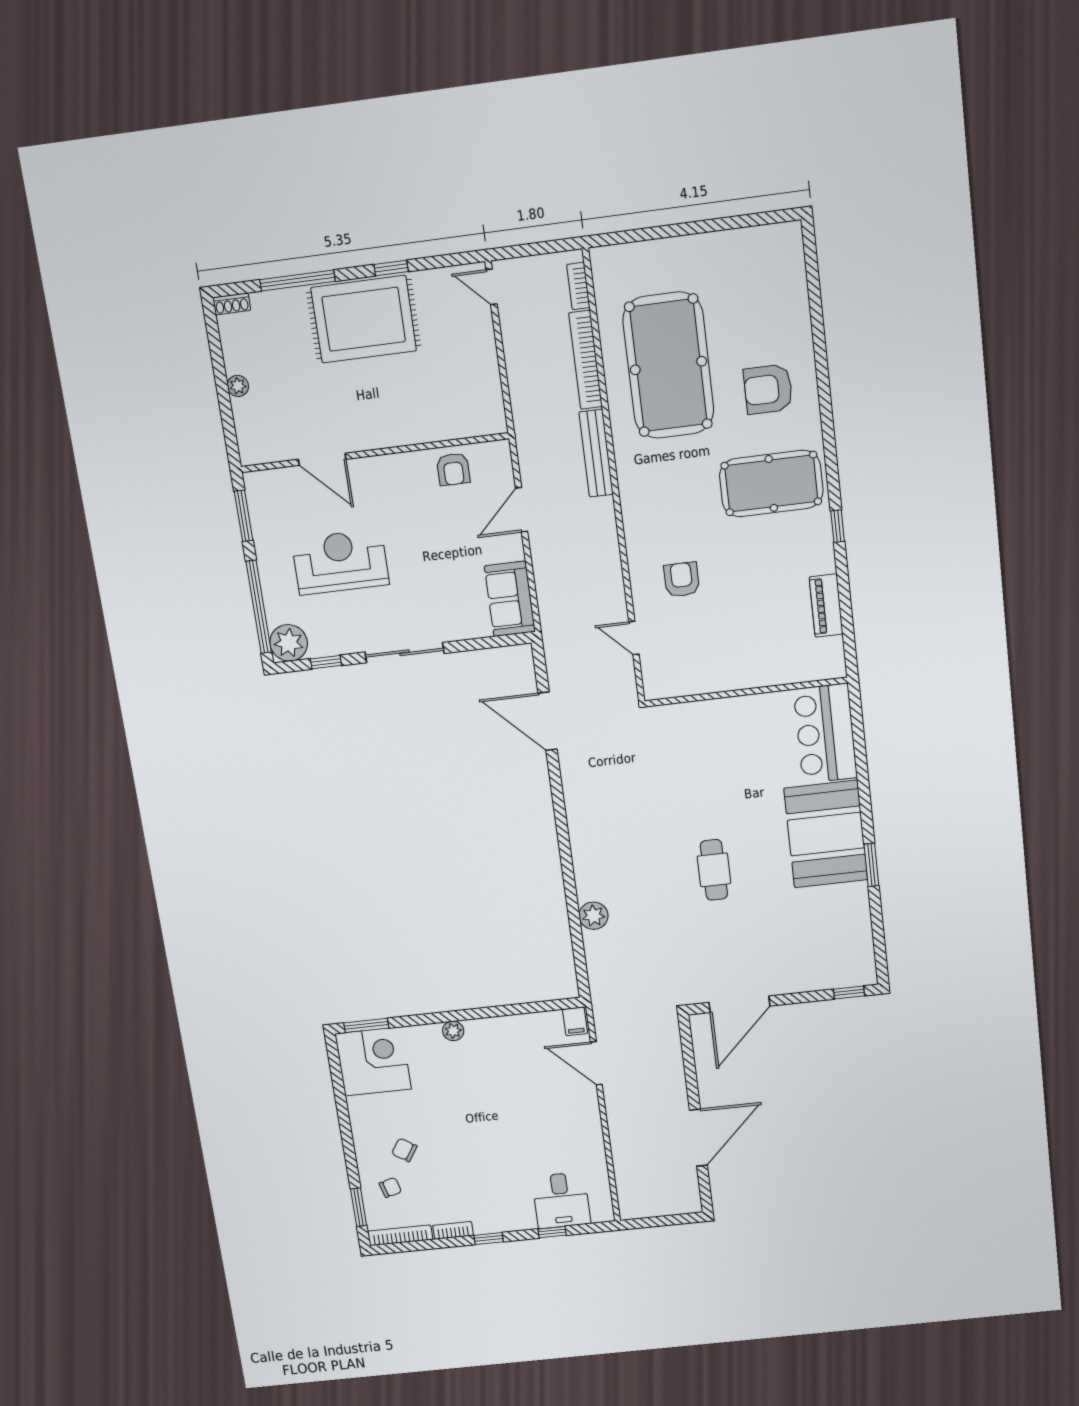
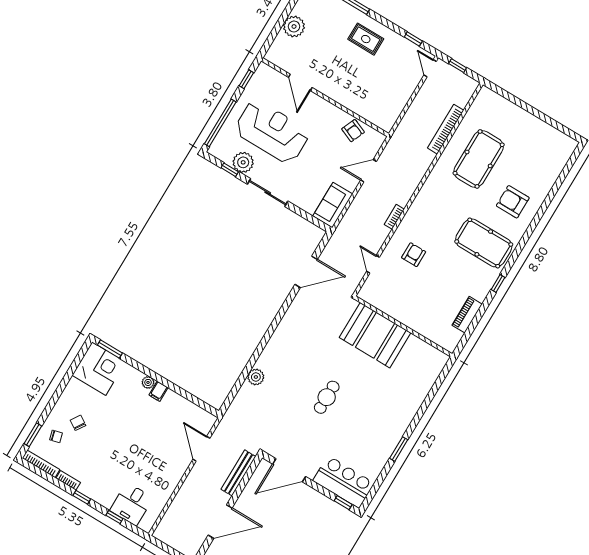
window: (529, 250) -> (458, 66), added
window: (391, 268) -> (413, 39), moved
bookcase: (578, 286) -> (394, 217), moved
rug: (364, 319) -> (366, 39), width x0.54, depth x0.49
pool table: (668, 366) -> (479, 159), width x0.73, depth x0.76
plant: (238, 386) -> (294, 26), width x1.88, depth x1.88
bench: (596, 453) -> (238, 473), moved
armchair: (453, 469) -> (353, 131), turned -67
window: (244, 516) -> (246, 79), width x0.67
reception desk: (340, 562) -> (272, 132), width x1.36, depth x1.30
plant: (289, 643) -> (243, 162), moved
door: (548, 721) -> (306, 272), swing flipped
bar counter: (825, 733) -> (344, 482), moved, turned 90
booth: (826, 834) -> (375, 335), moved, turned 90
filing cabinet: (575, 1021) -> (158, 391), moved

